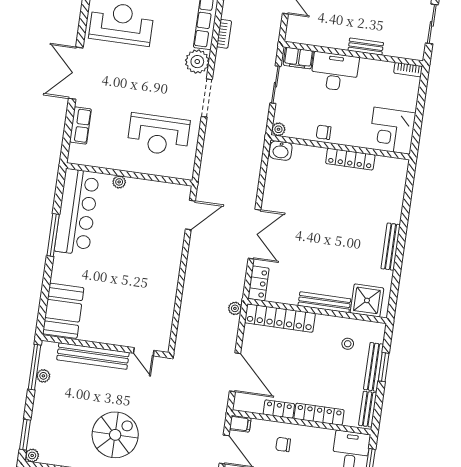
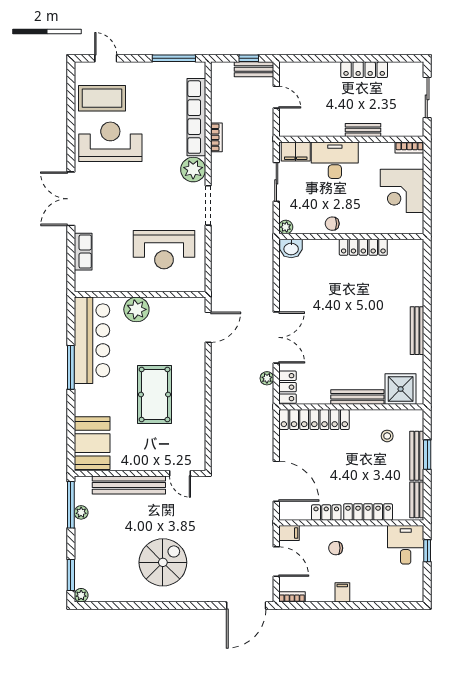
corner desk: (392, 131) -> (402, 191), moved
plant: (119, 182) -> (136, 309), width x1.88, depth x1.88
pool table: (130, 272) -> (155, 394), added
plant: (235, 308) -> (267, 378), moved

